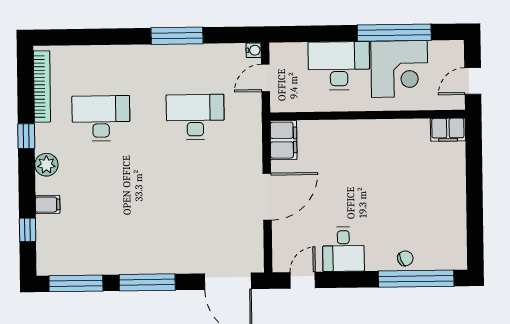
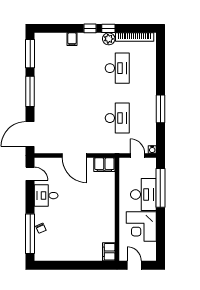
window: (394, 33) -> (160, 188), moved
plant: (46, 165) -> (109, 39), moved
window: (28, 230) -> (90, 28), moved

